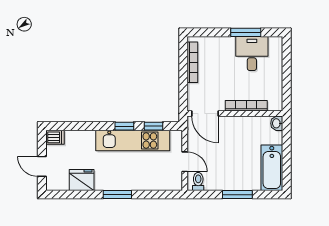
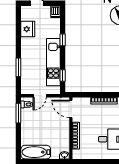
door: (205, 113) -> (71, 109), hinge flipped
window: (124, 126) -> (63, 40), moved
window: (117, 195) -> (18, 67), moved
window: (237, 195) -> (18, 113), moved

